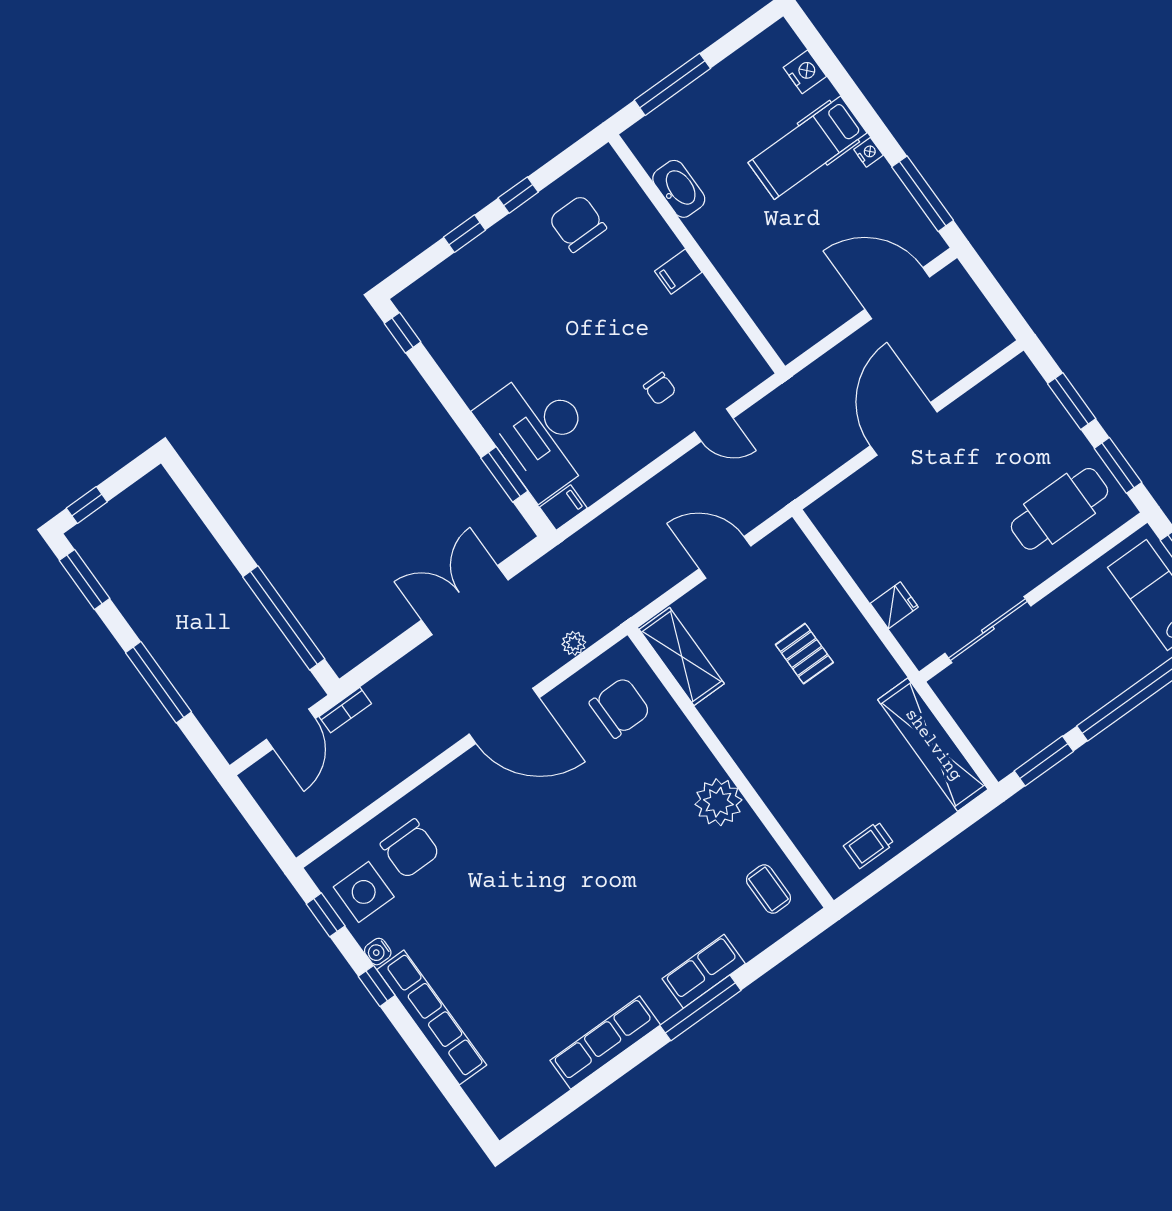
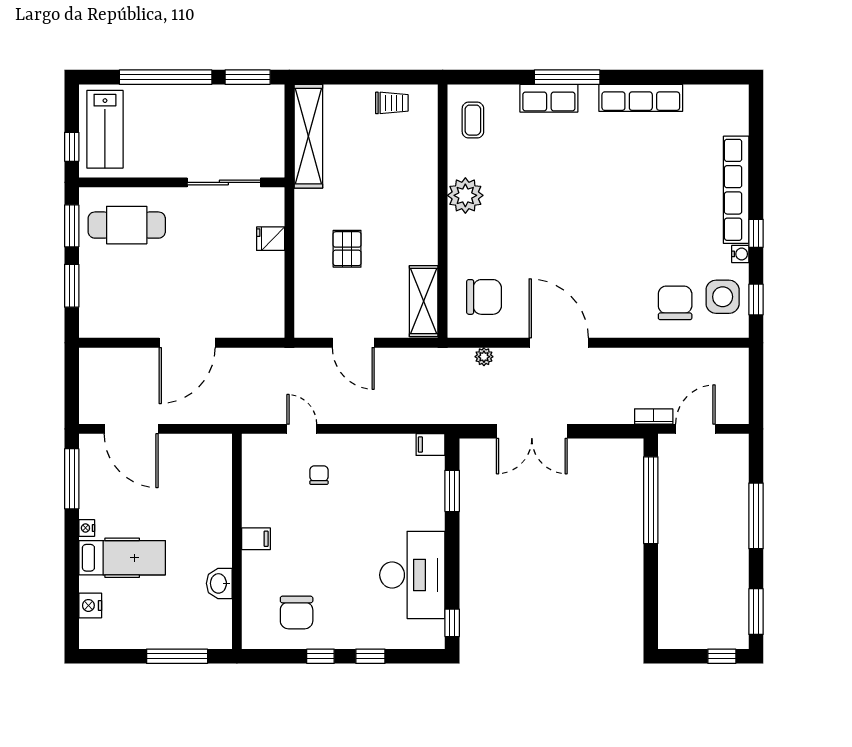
washbasin: (679, 189) -> (219, 583), width x0.72
desk: (539, 433) -> (412, 575), moved
chair: (620, 708) -> (484, 297), turned 180

